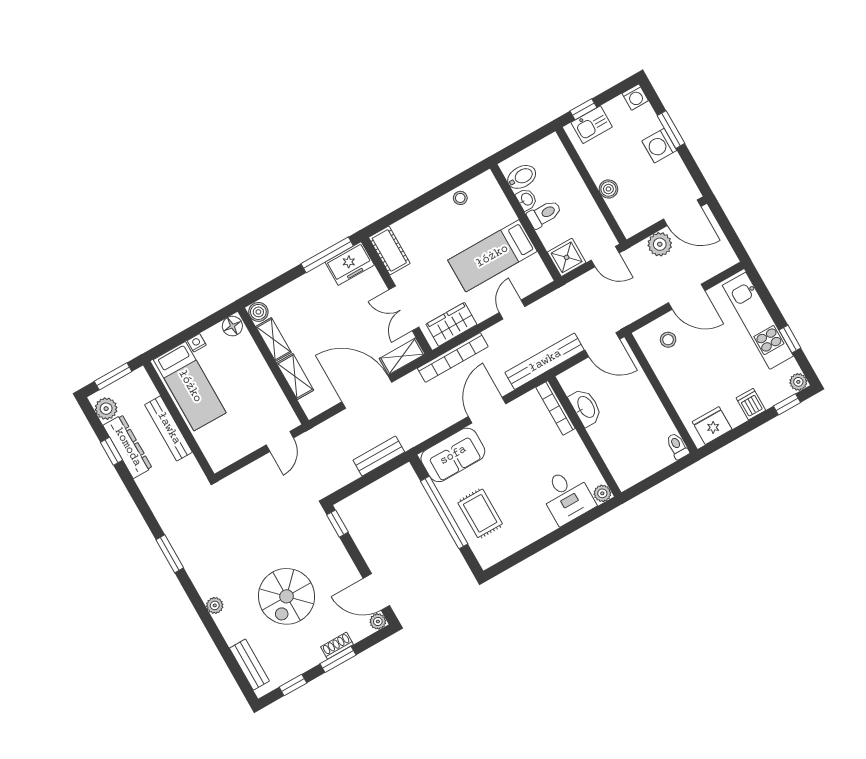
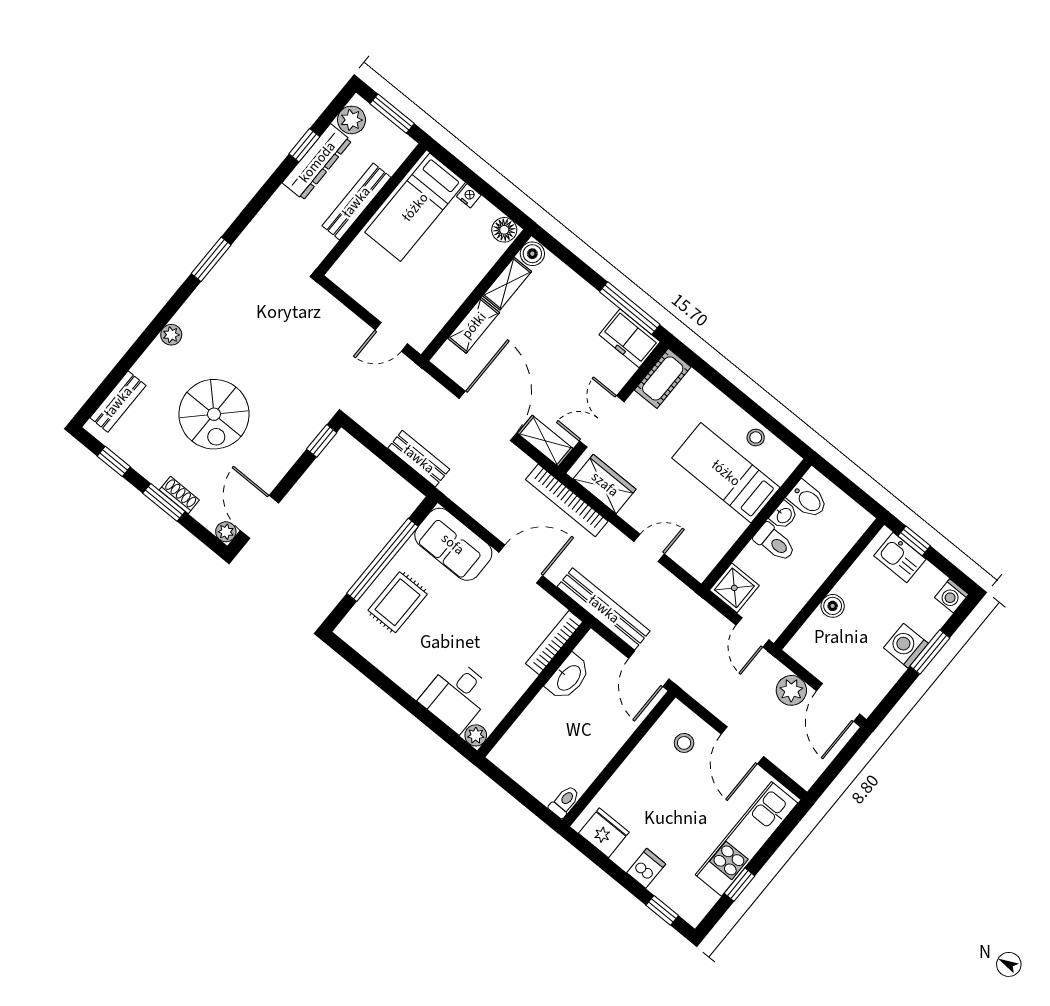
bed: (492, 256) -> (726, 473), moved
plant: (798, 382) -> (693, 913), removed
spiral stairs: (287, 596) -> (214, 414), turned -90

